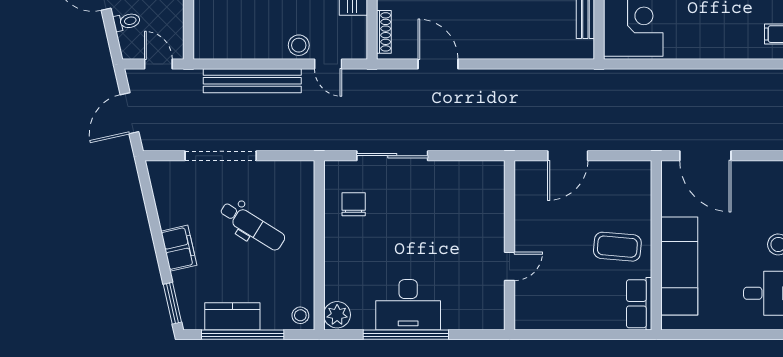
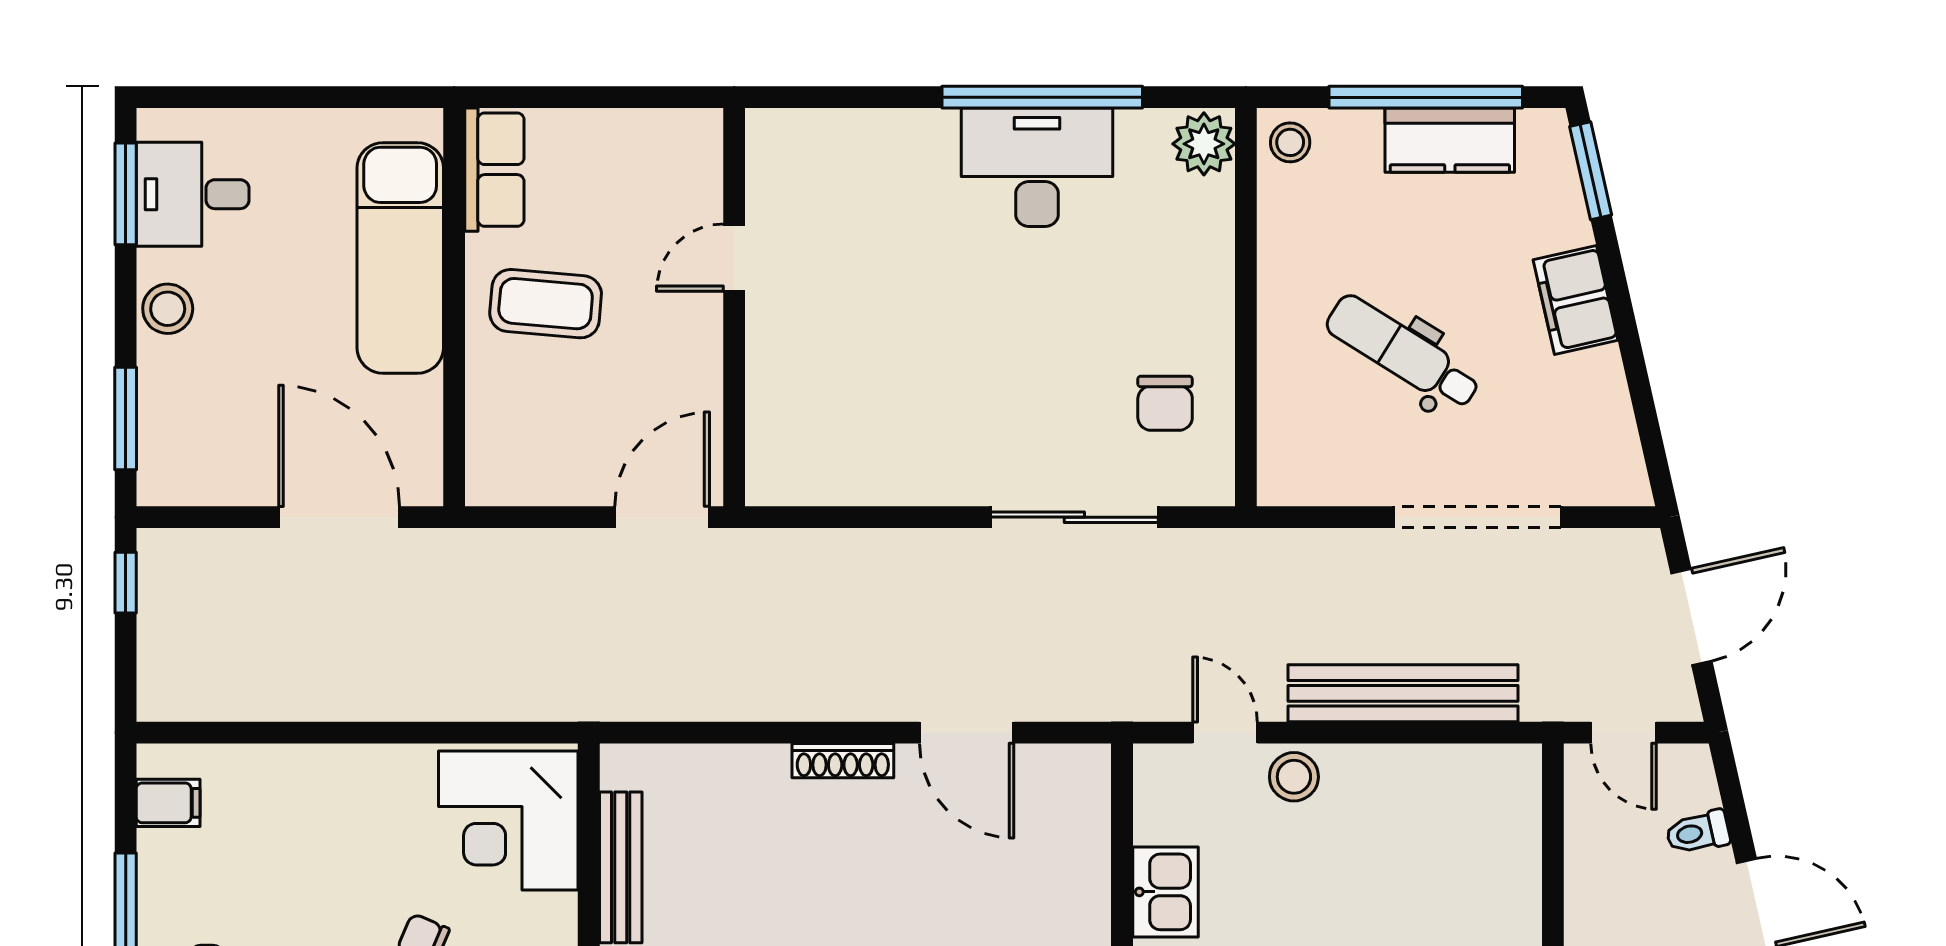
shoe rack: (384, 32) -> (843, 761), moved, turned -90
wall: (510, 245) -> (734, 307), moved
door: (510, 266) -> (734, 258), moved

